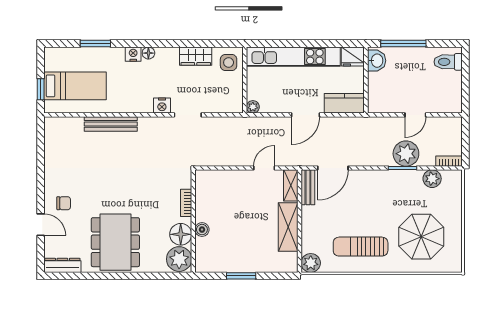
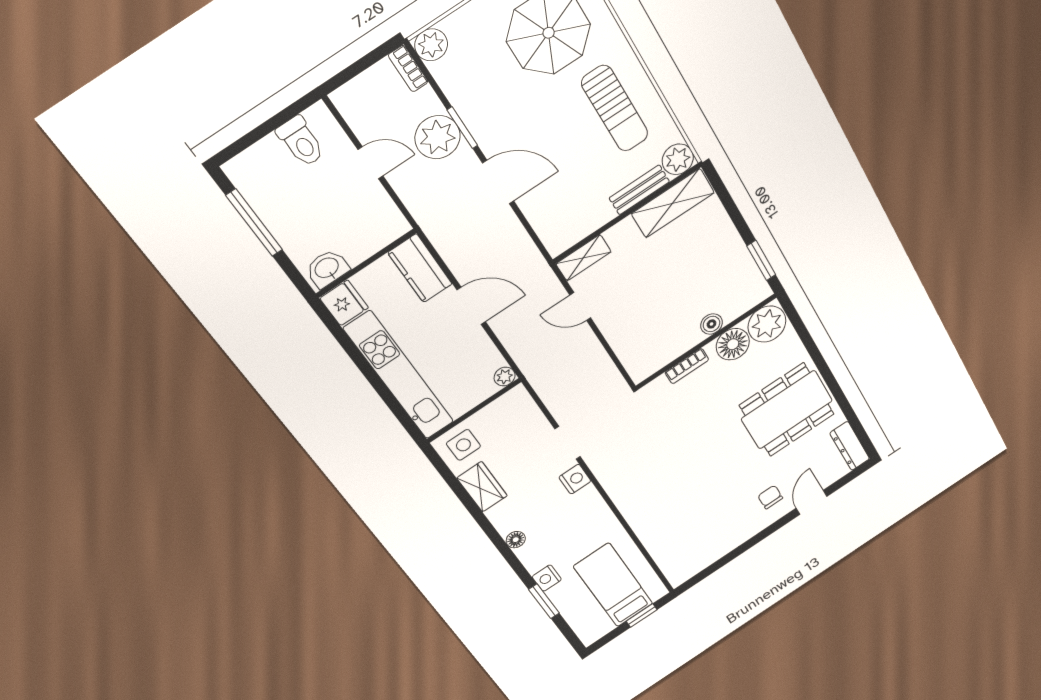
window: (403, 44) -> (254, 223), moved
nightstand: (133, 54) -> (547, 578), moved
toilet: (448, 62) -> (301, 142), moved
bench: (111, 124) -> (637, 517), removed
door: (333, 168) -> (498, 182), moved
plant: (432, 179) -> (431, 45), moved
bench: (308, 187) -> (639, 190), moved
shelving: (288, 227) -> (673, 203), moved
window: (241, 276) -> (761, 260), moved

